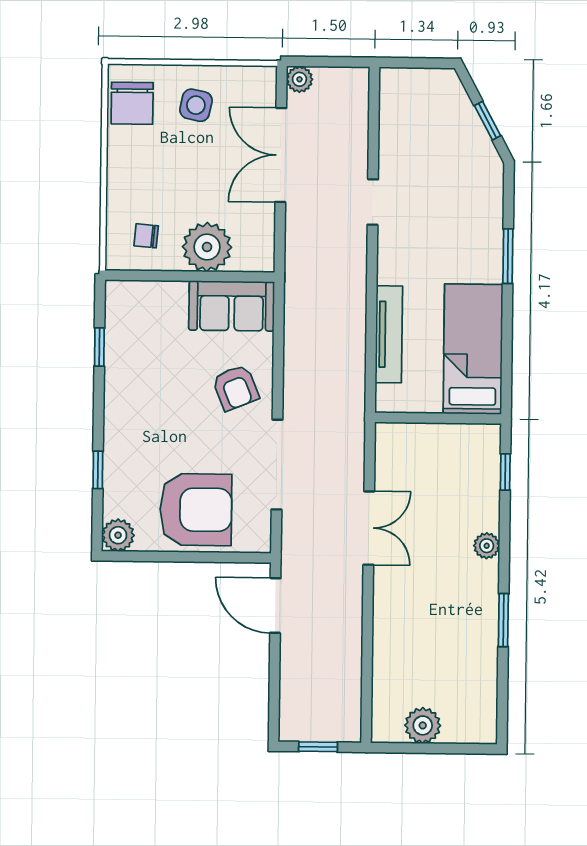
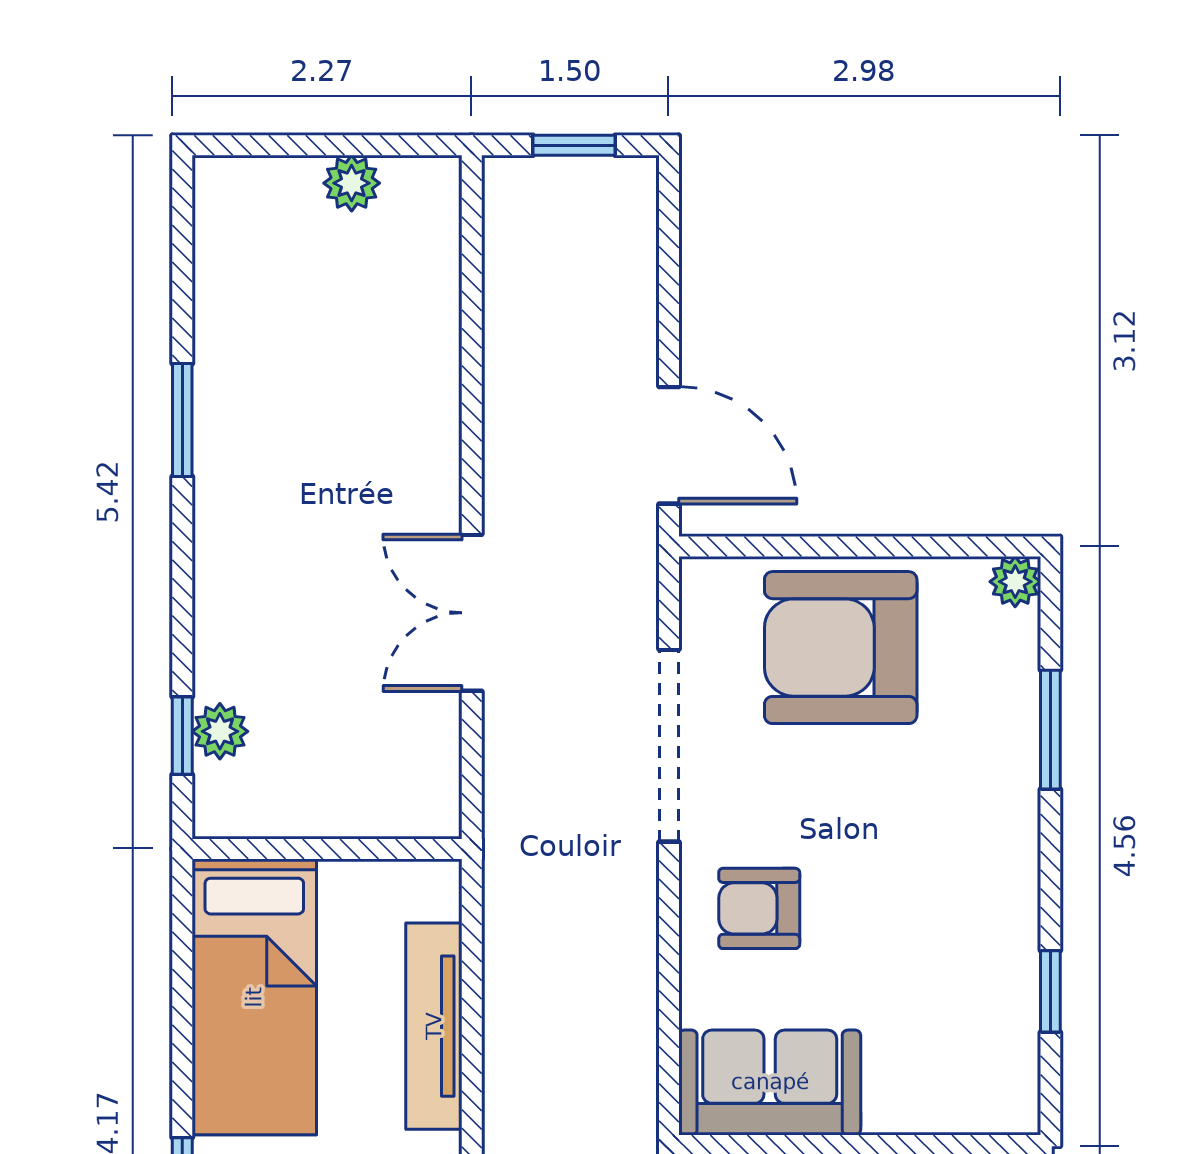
armchair: (236, 388) -> (759, 908), turned -68
window: (98, 470) -> (1050, 730), width x1.50
plant: (118, 535) -> (1015, 582), width x0.73, depth x0.73
plant: (487, 546) -> (220, 731), moved
plant: (423, 725) -> (352, 183), width x0.73, depth x0.73

